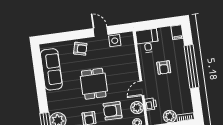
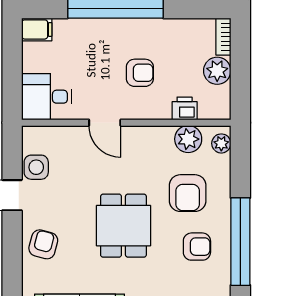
armchair: (164, 67) -> (140, 73), moved
dining table: (94, 84) -> (123, 226), turned 90
door: (142, 88) -> (105, 123), moved

